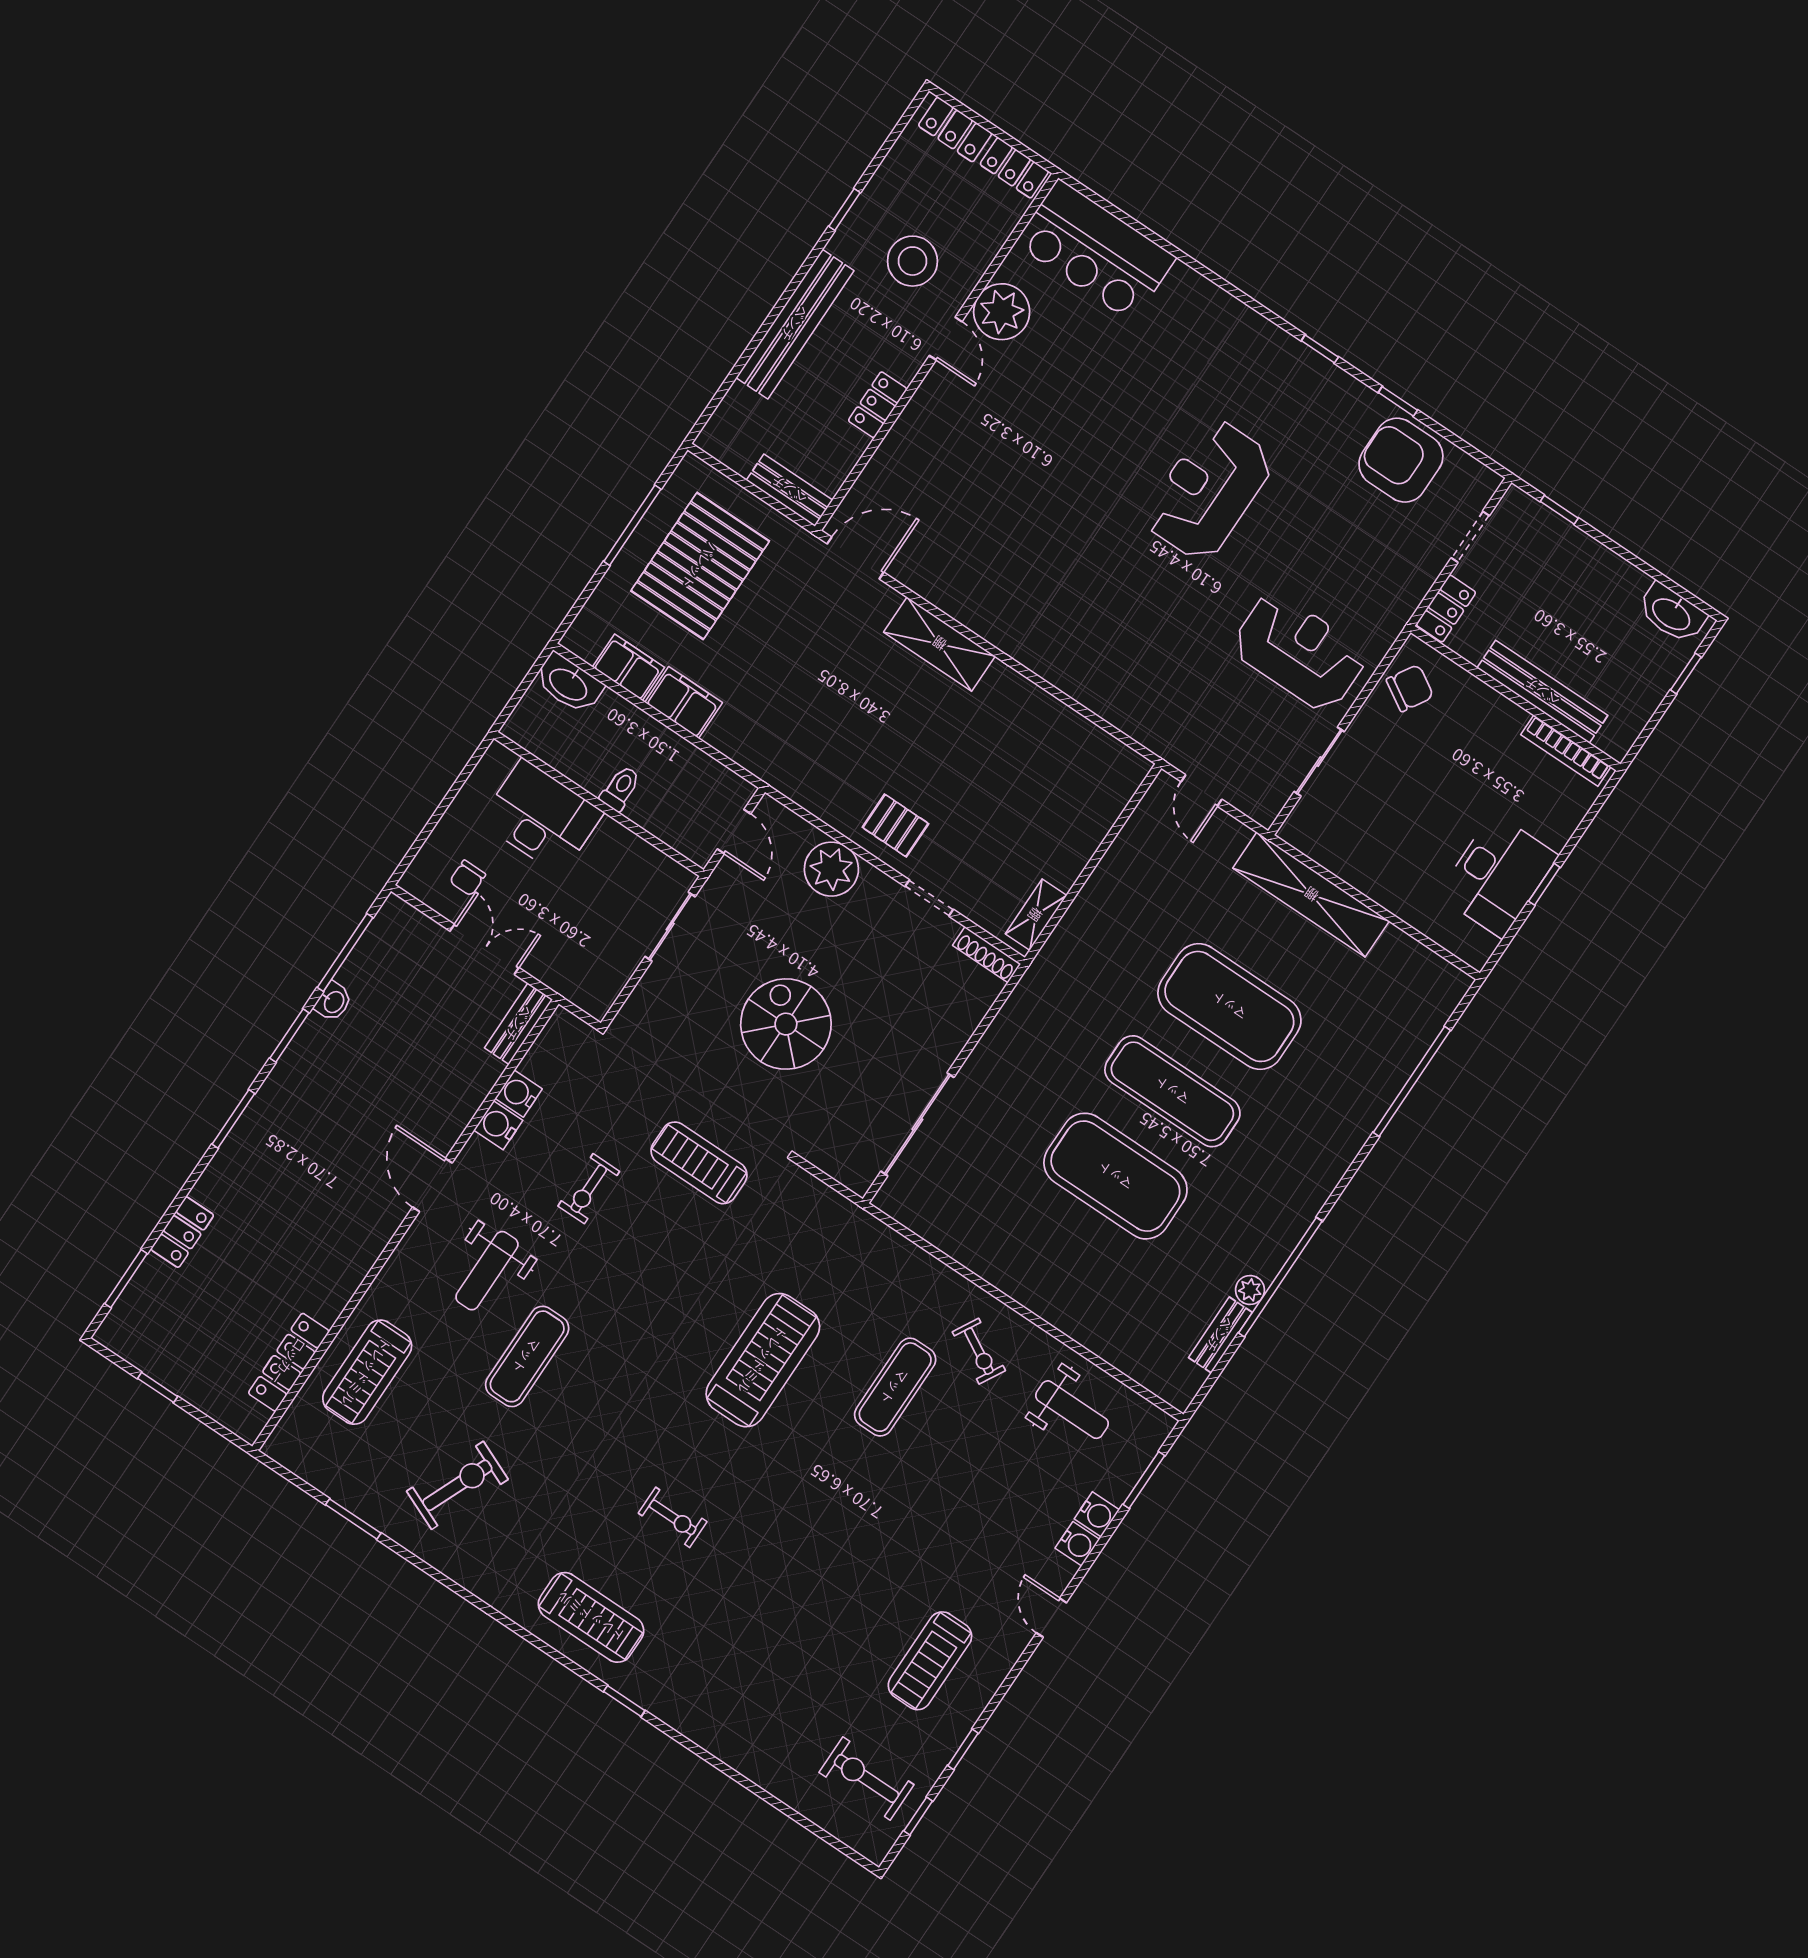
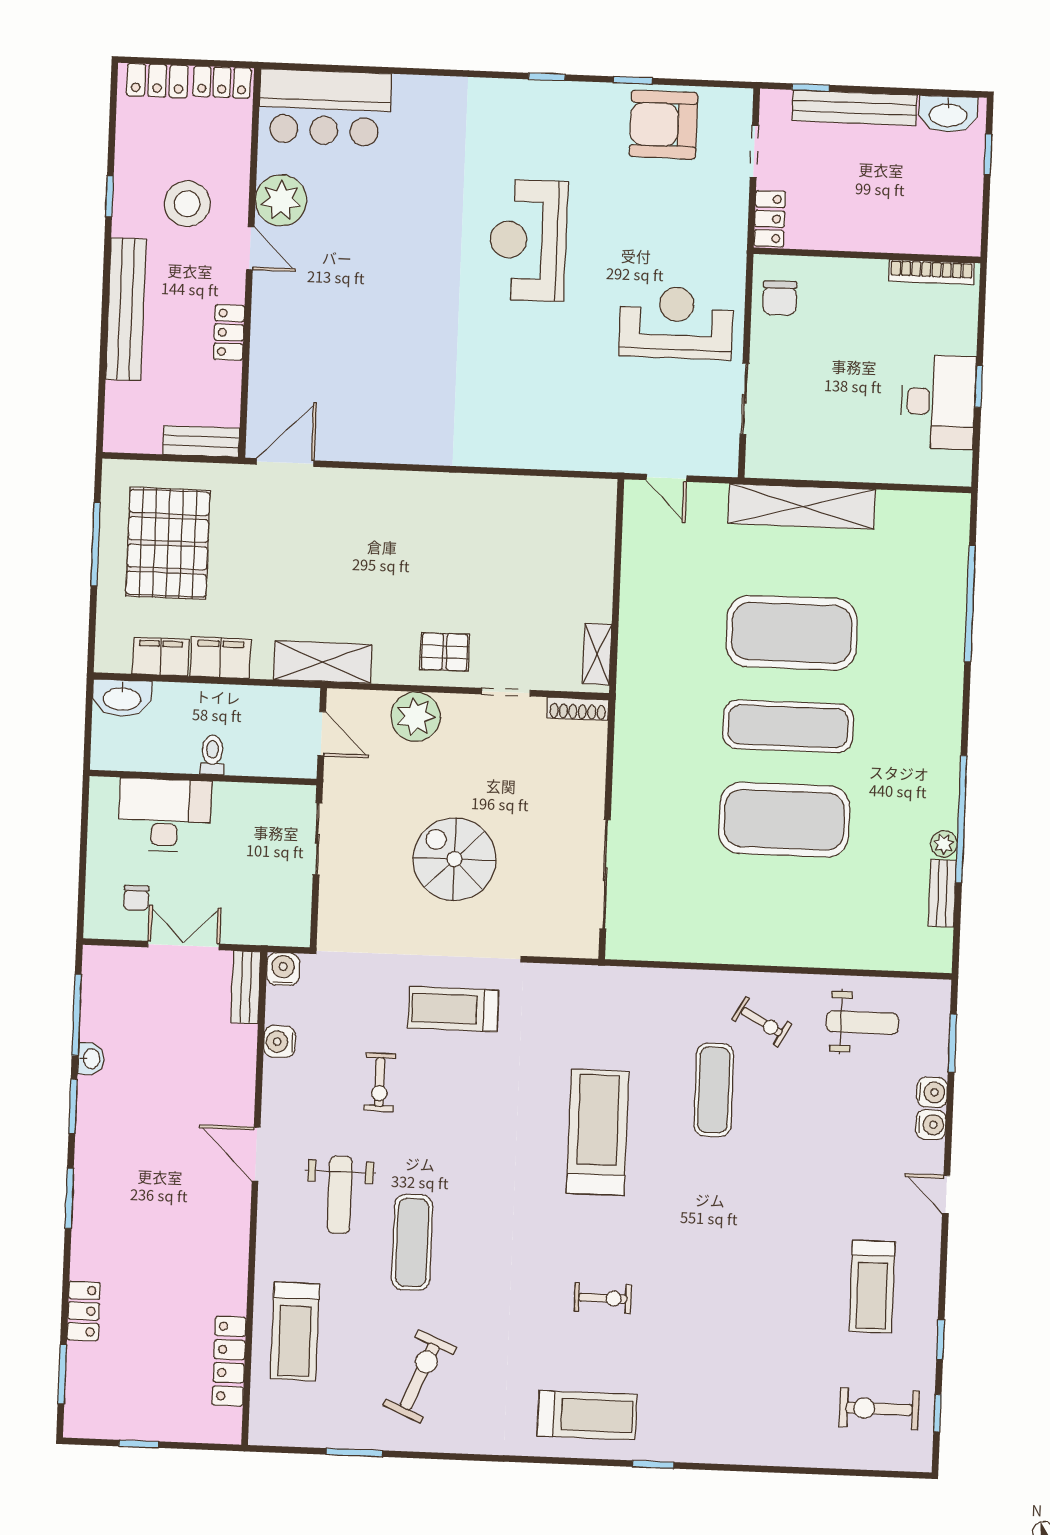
shelving: (939, 644) -> (323, 662), moved
chair: (1410, 688) -> (780, 298), turned 148
bench: (1542, 692) -> (854, 108), moved
water cooler: (498, 1125) -> (283, 969), moved, turned 90

